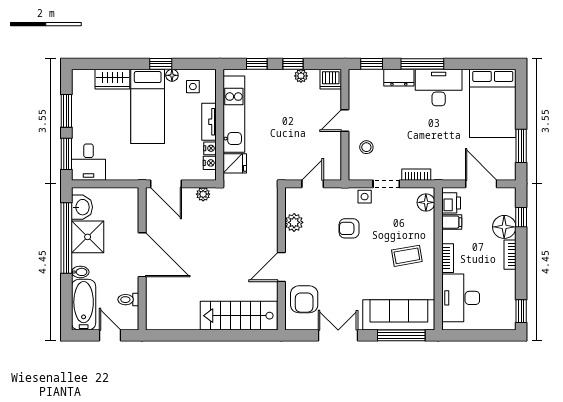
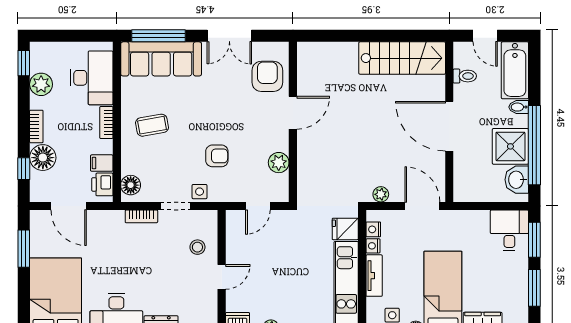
plant: (506, 292) -> (41, 84), added
stairs: (239, 316) -> (402, 58), moved

